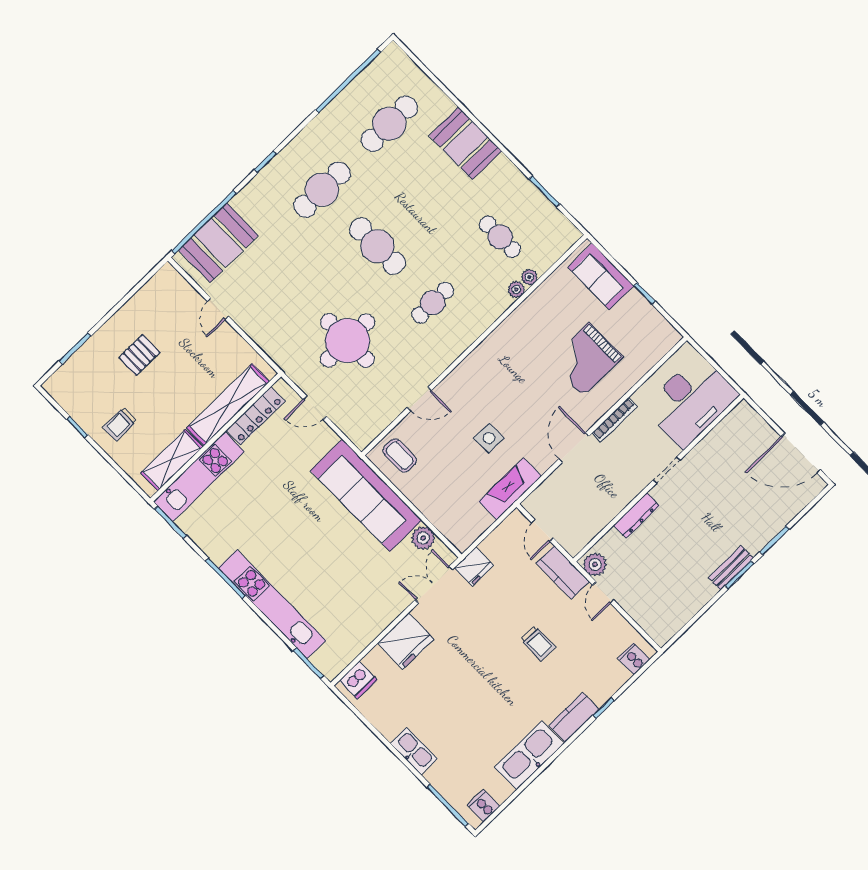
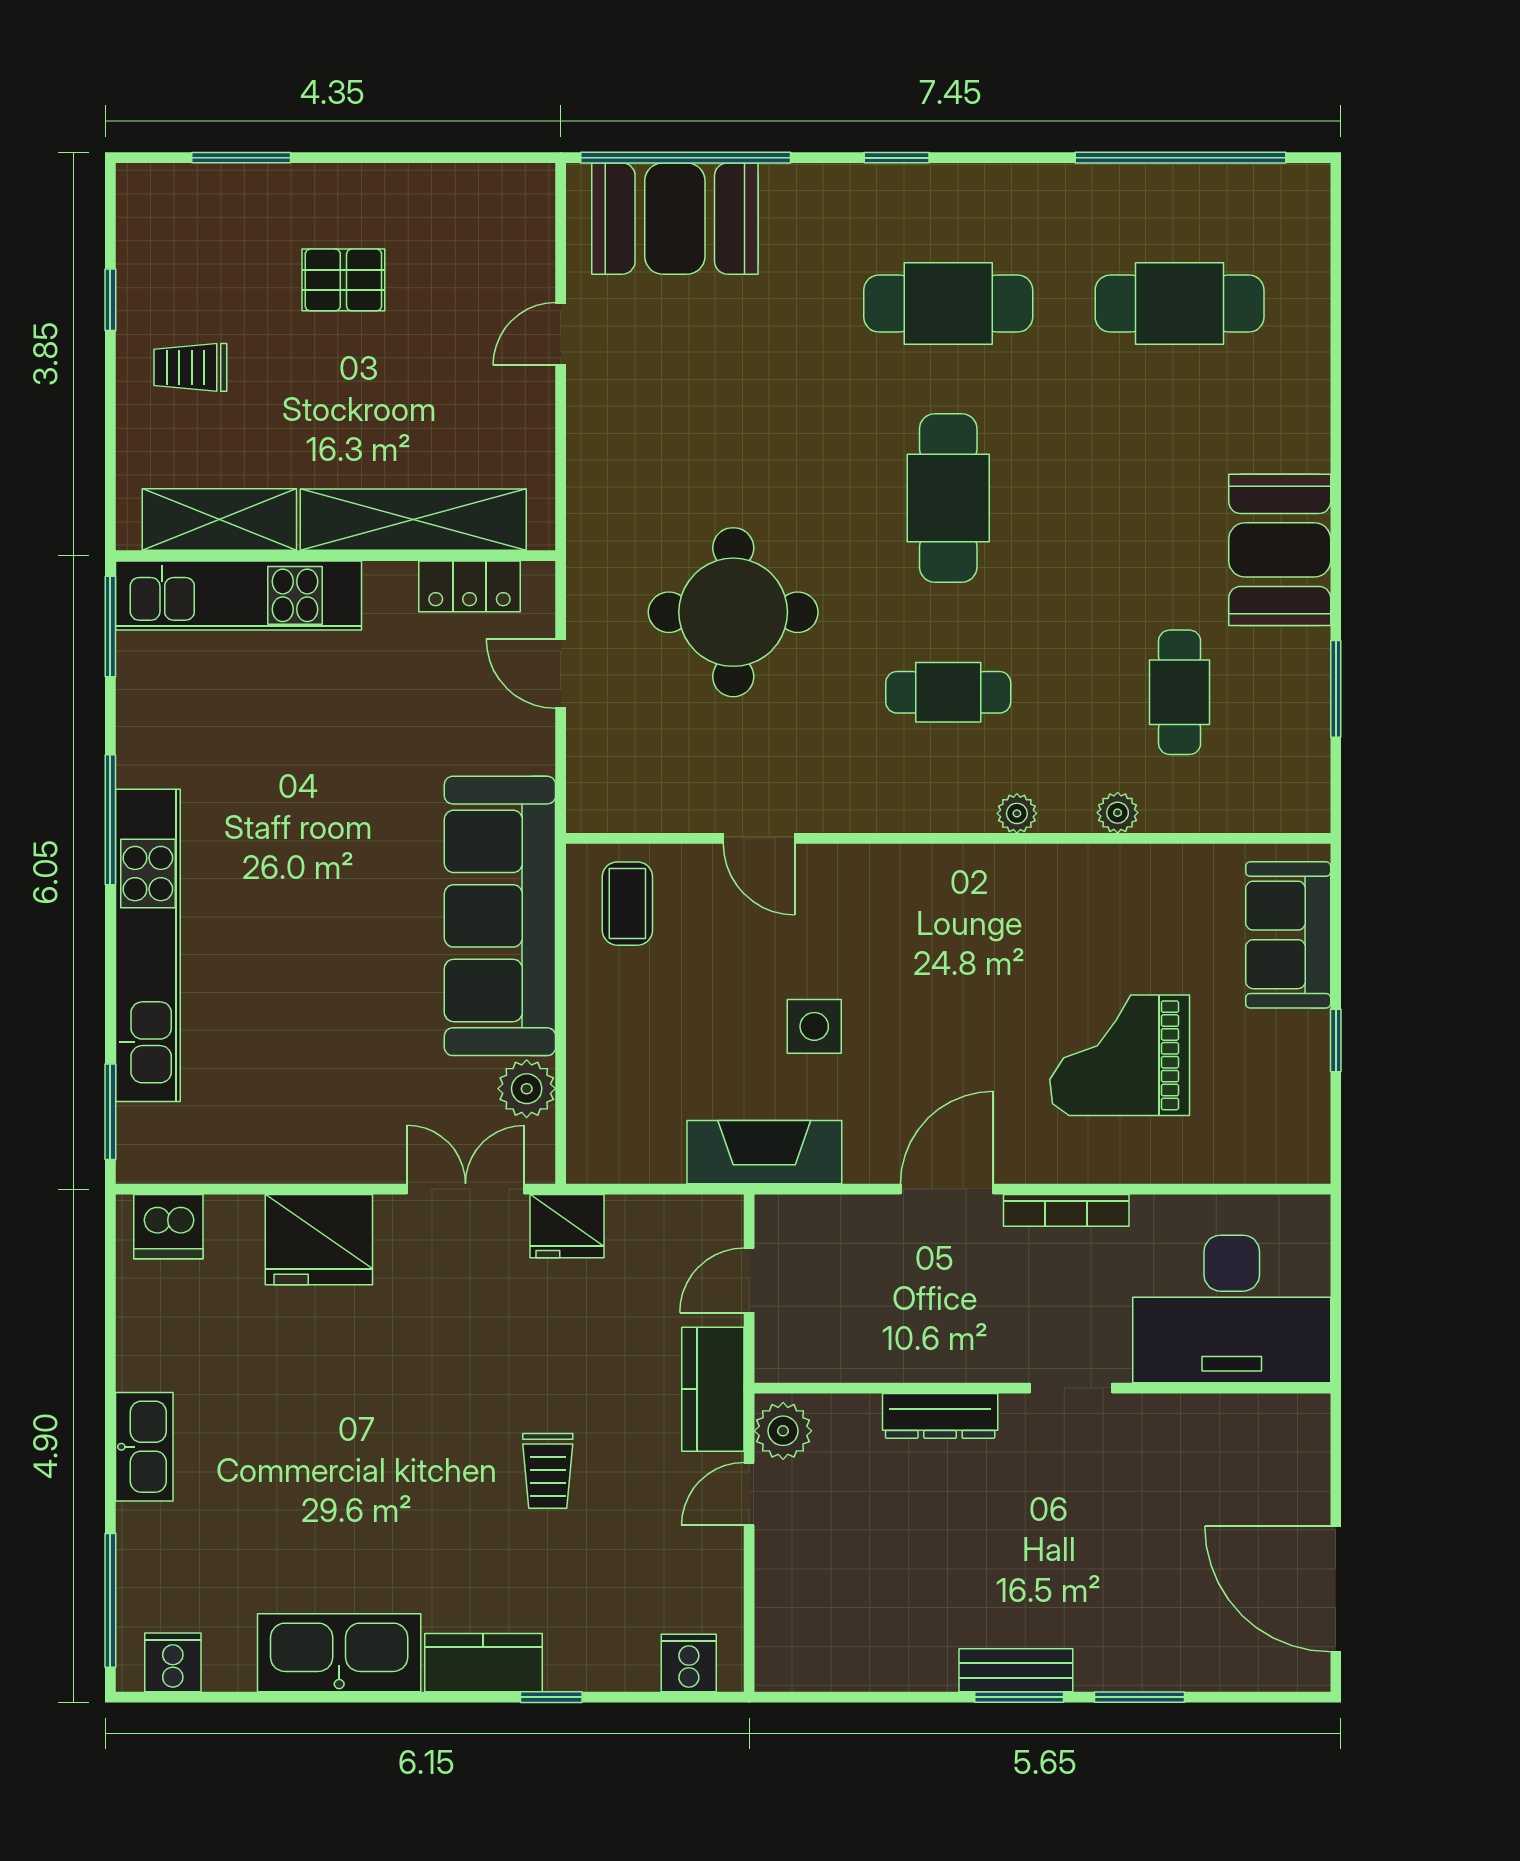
booth: (466, 143) -> (1280, 550), moved
plant: (529, 277) -> (1017, 813), moved
locker: (256, 416) -> (469, 586), width x0.66

